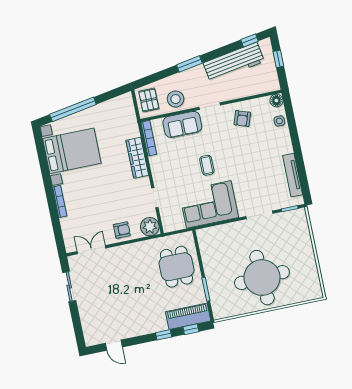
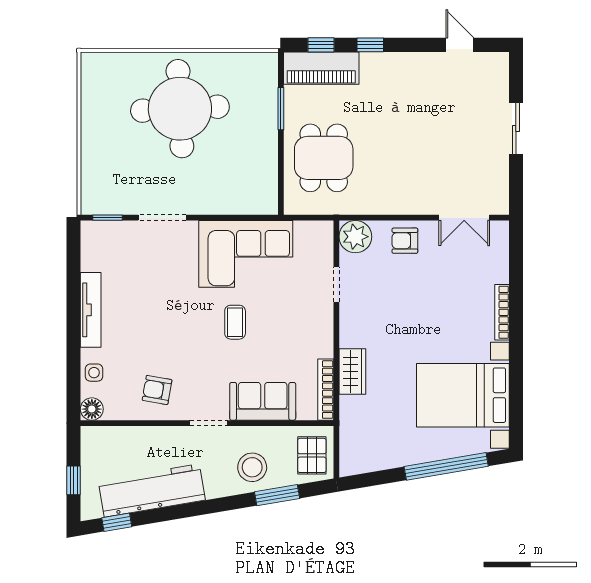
window: (189, 64) -> (277, 495), moved
stool: (176, 99) -> (252, 467), moved
armchair: (242, 119) -> (157, 390), turned -99
wardrobe: (137, 158) -> (352, 371), width x0.67
tv unit: (293, 175) -> (91, 310), moved
sliding door: (69, 287) -> (516, 128), moved

